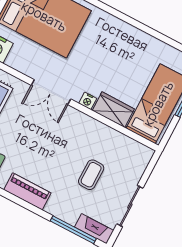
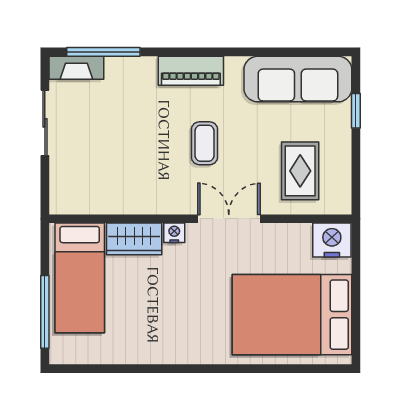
coffee table: (91, 175) -> (205, 143), moved

